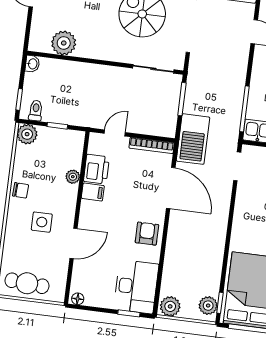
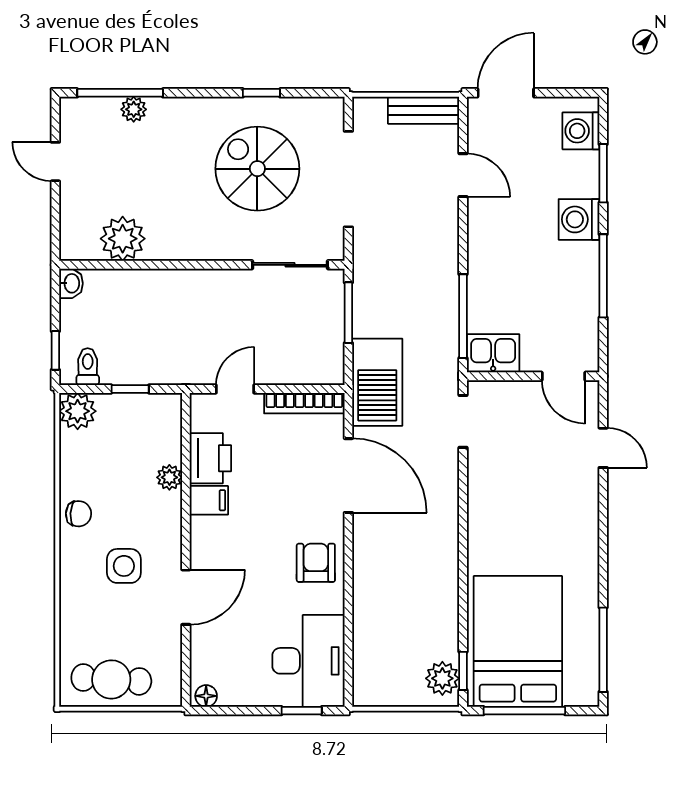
plant: (170, 306) -> (374, 689), removed

